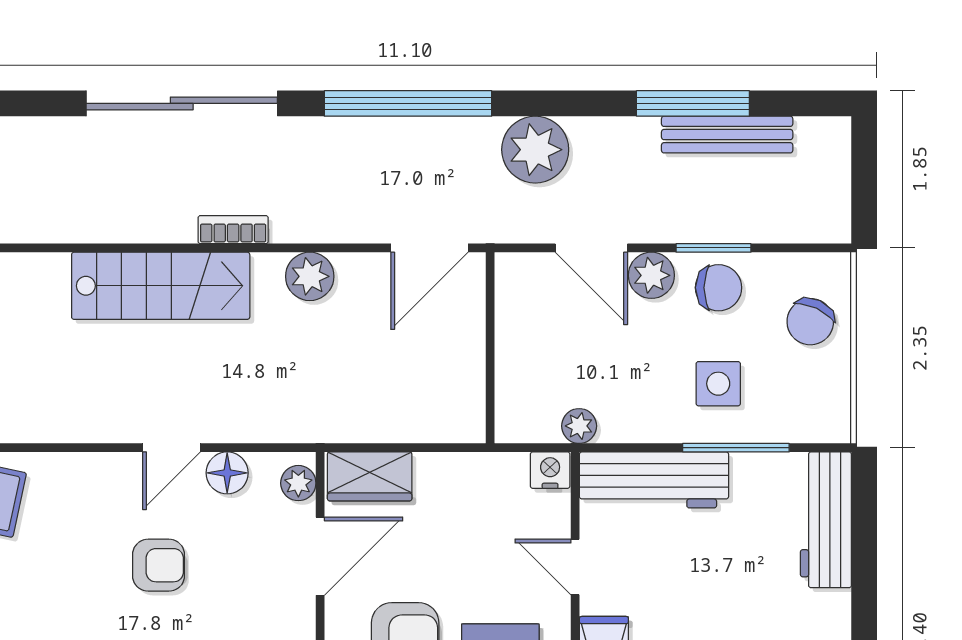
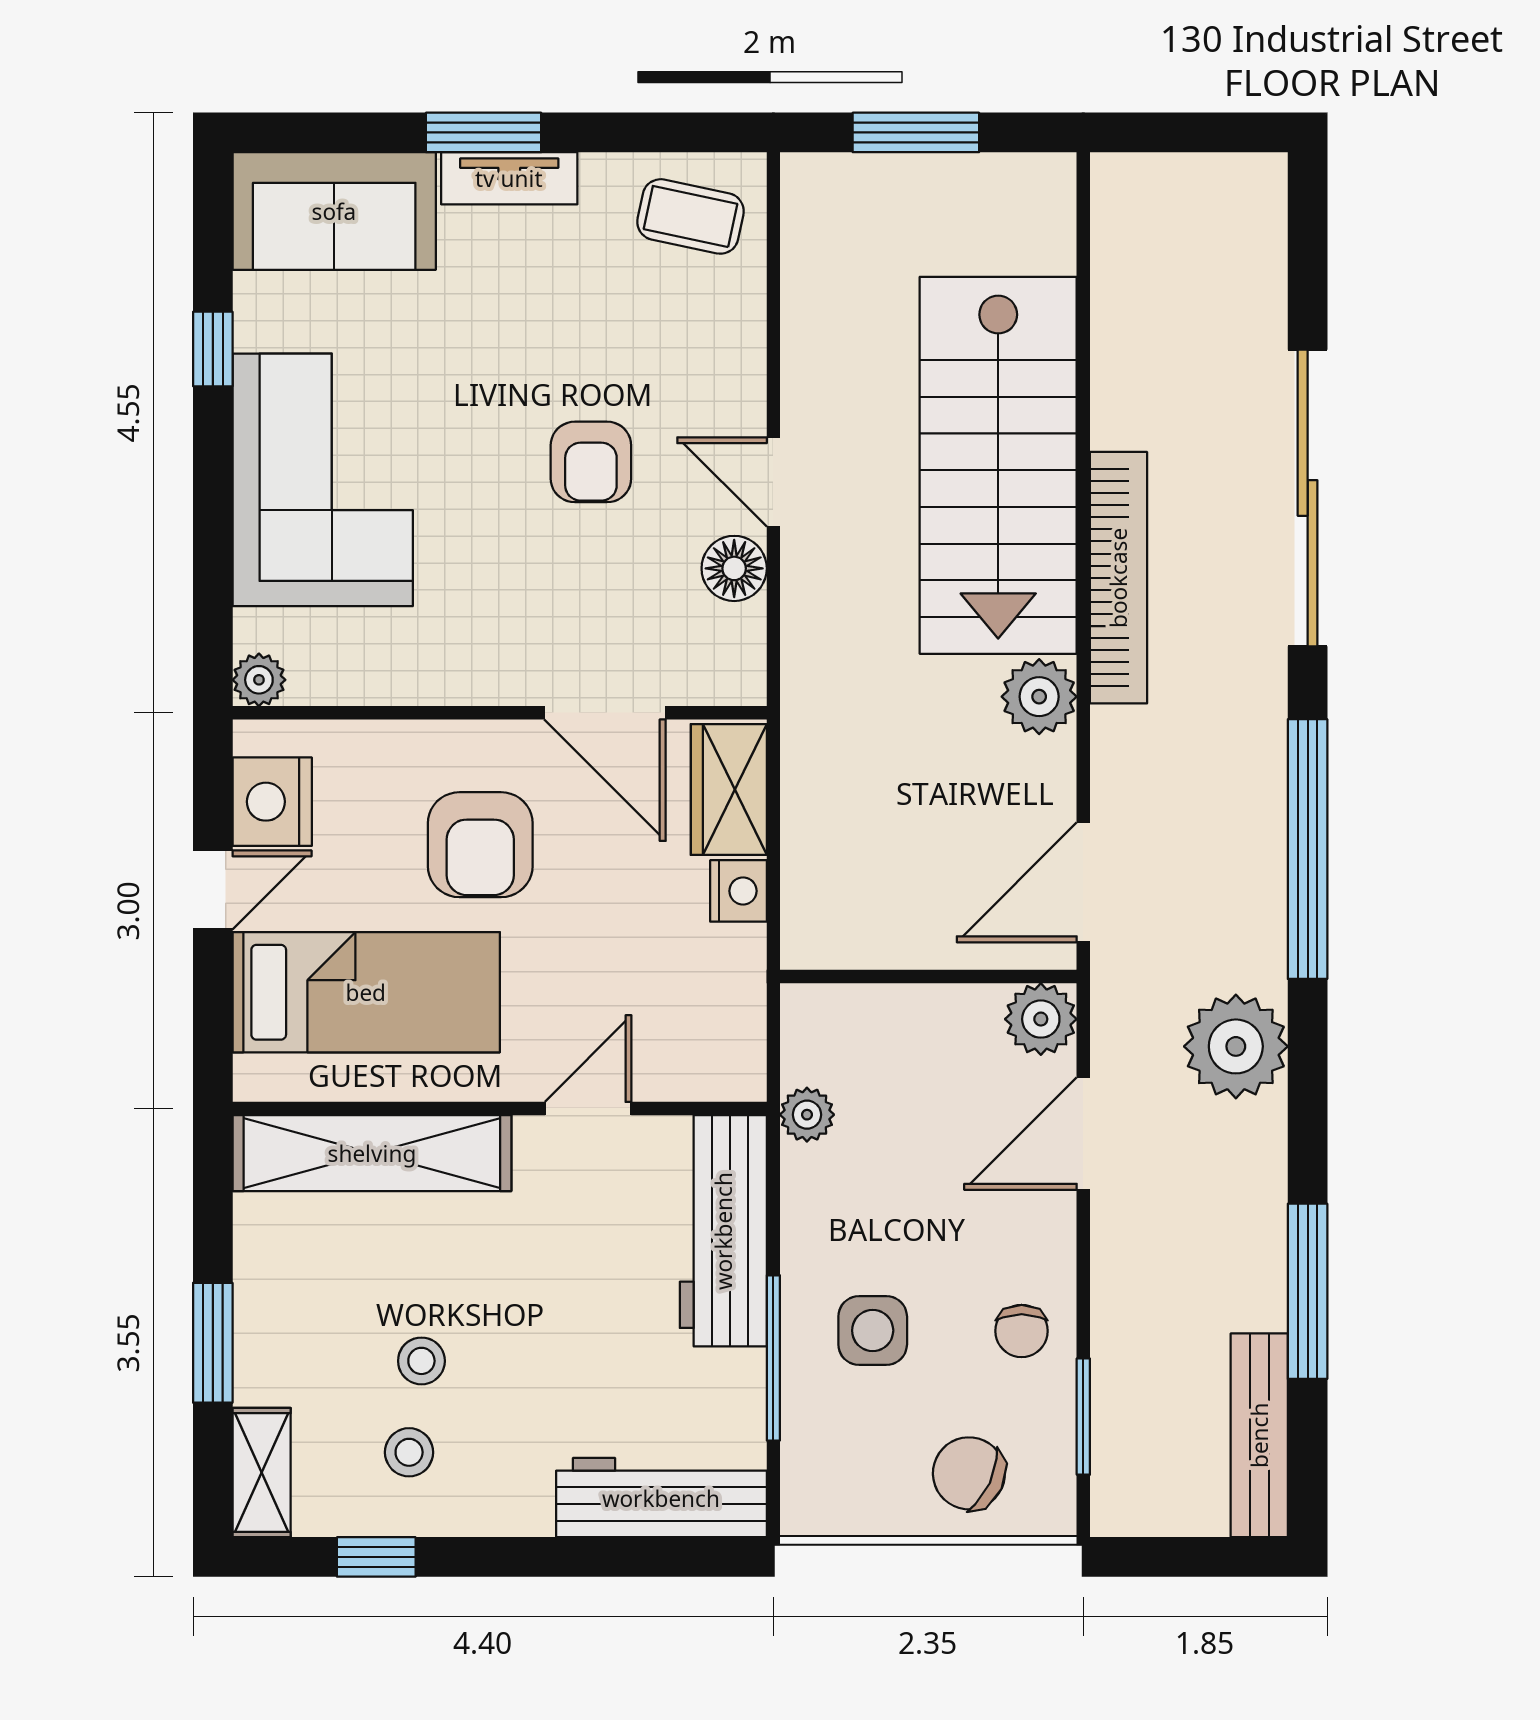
bench: (727, 135) -> (1259, 1435), moved
bookcase: (233, 230) -> (1118, 578), width x2.31, depth x1.31
door: (429, 248) -> (1083, 882), hinge flipped
window: (714, 248) -> (1083, 1417), moved
plant: (651, 275) -> (1041, 1019), moved
stairs: (161, 286) -> (998, 465), width x1.36, depth x1.51
chair: (719, 288) -> (1022, 1331), width x0.73, depth x0.73
nightstand: (550, 470) -> (738, 891), moved
plant: (298, 483) -> (718, 679), removed

